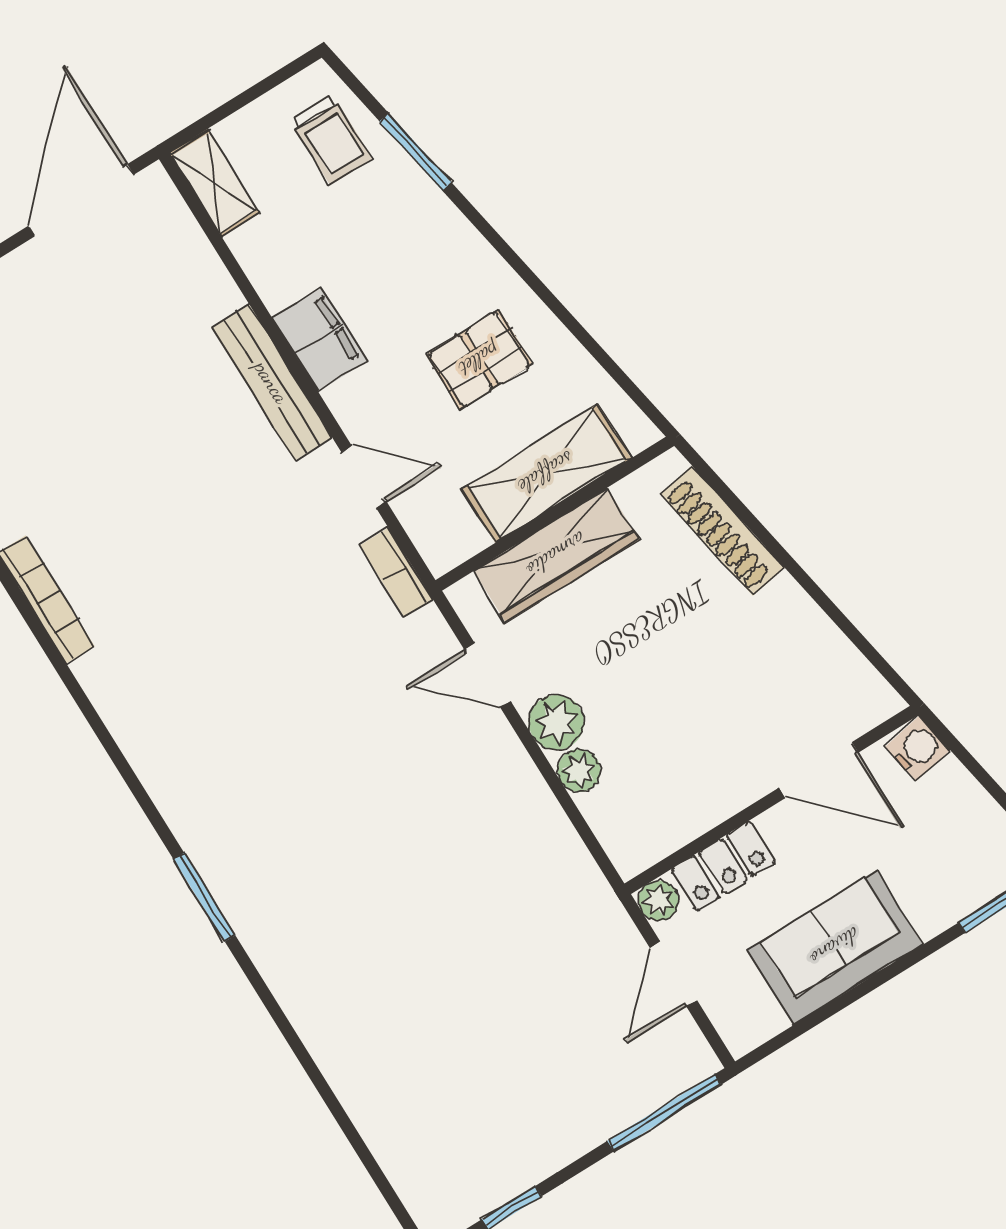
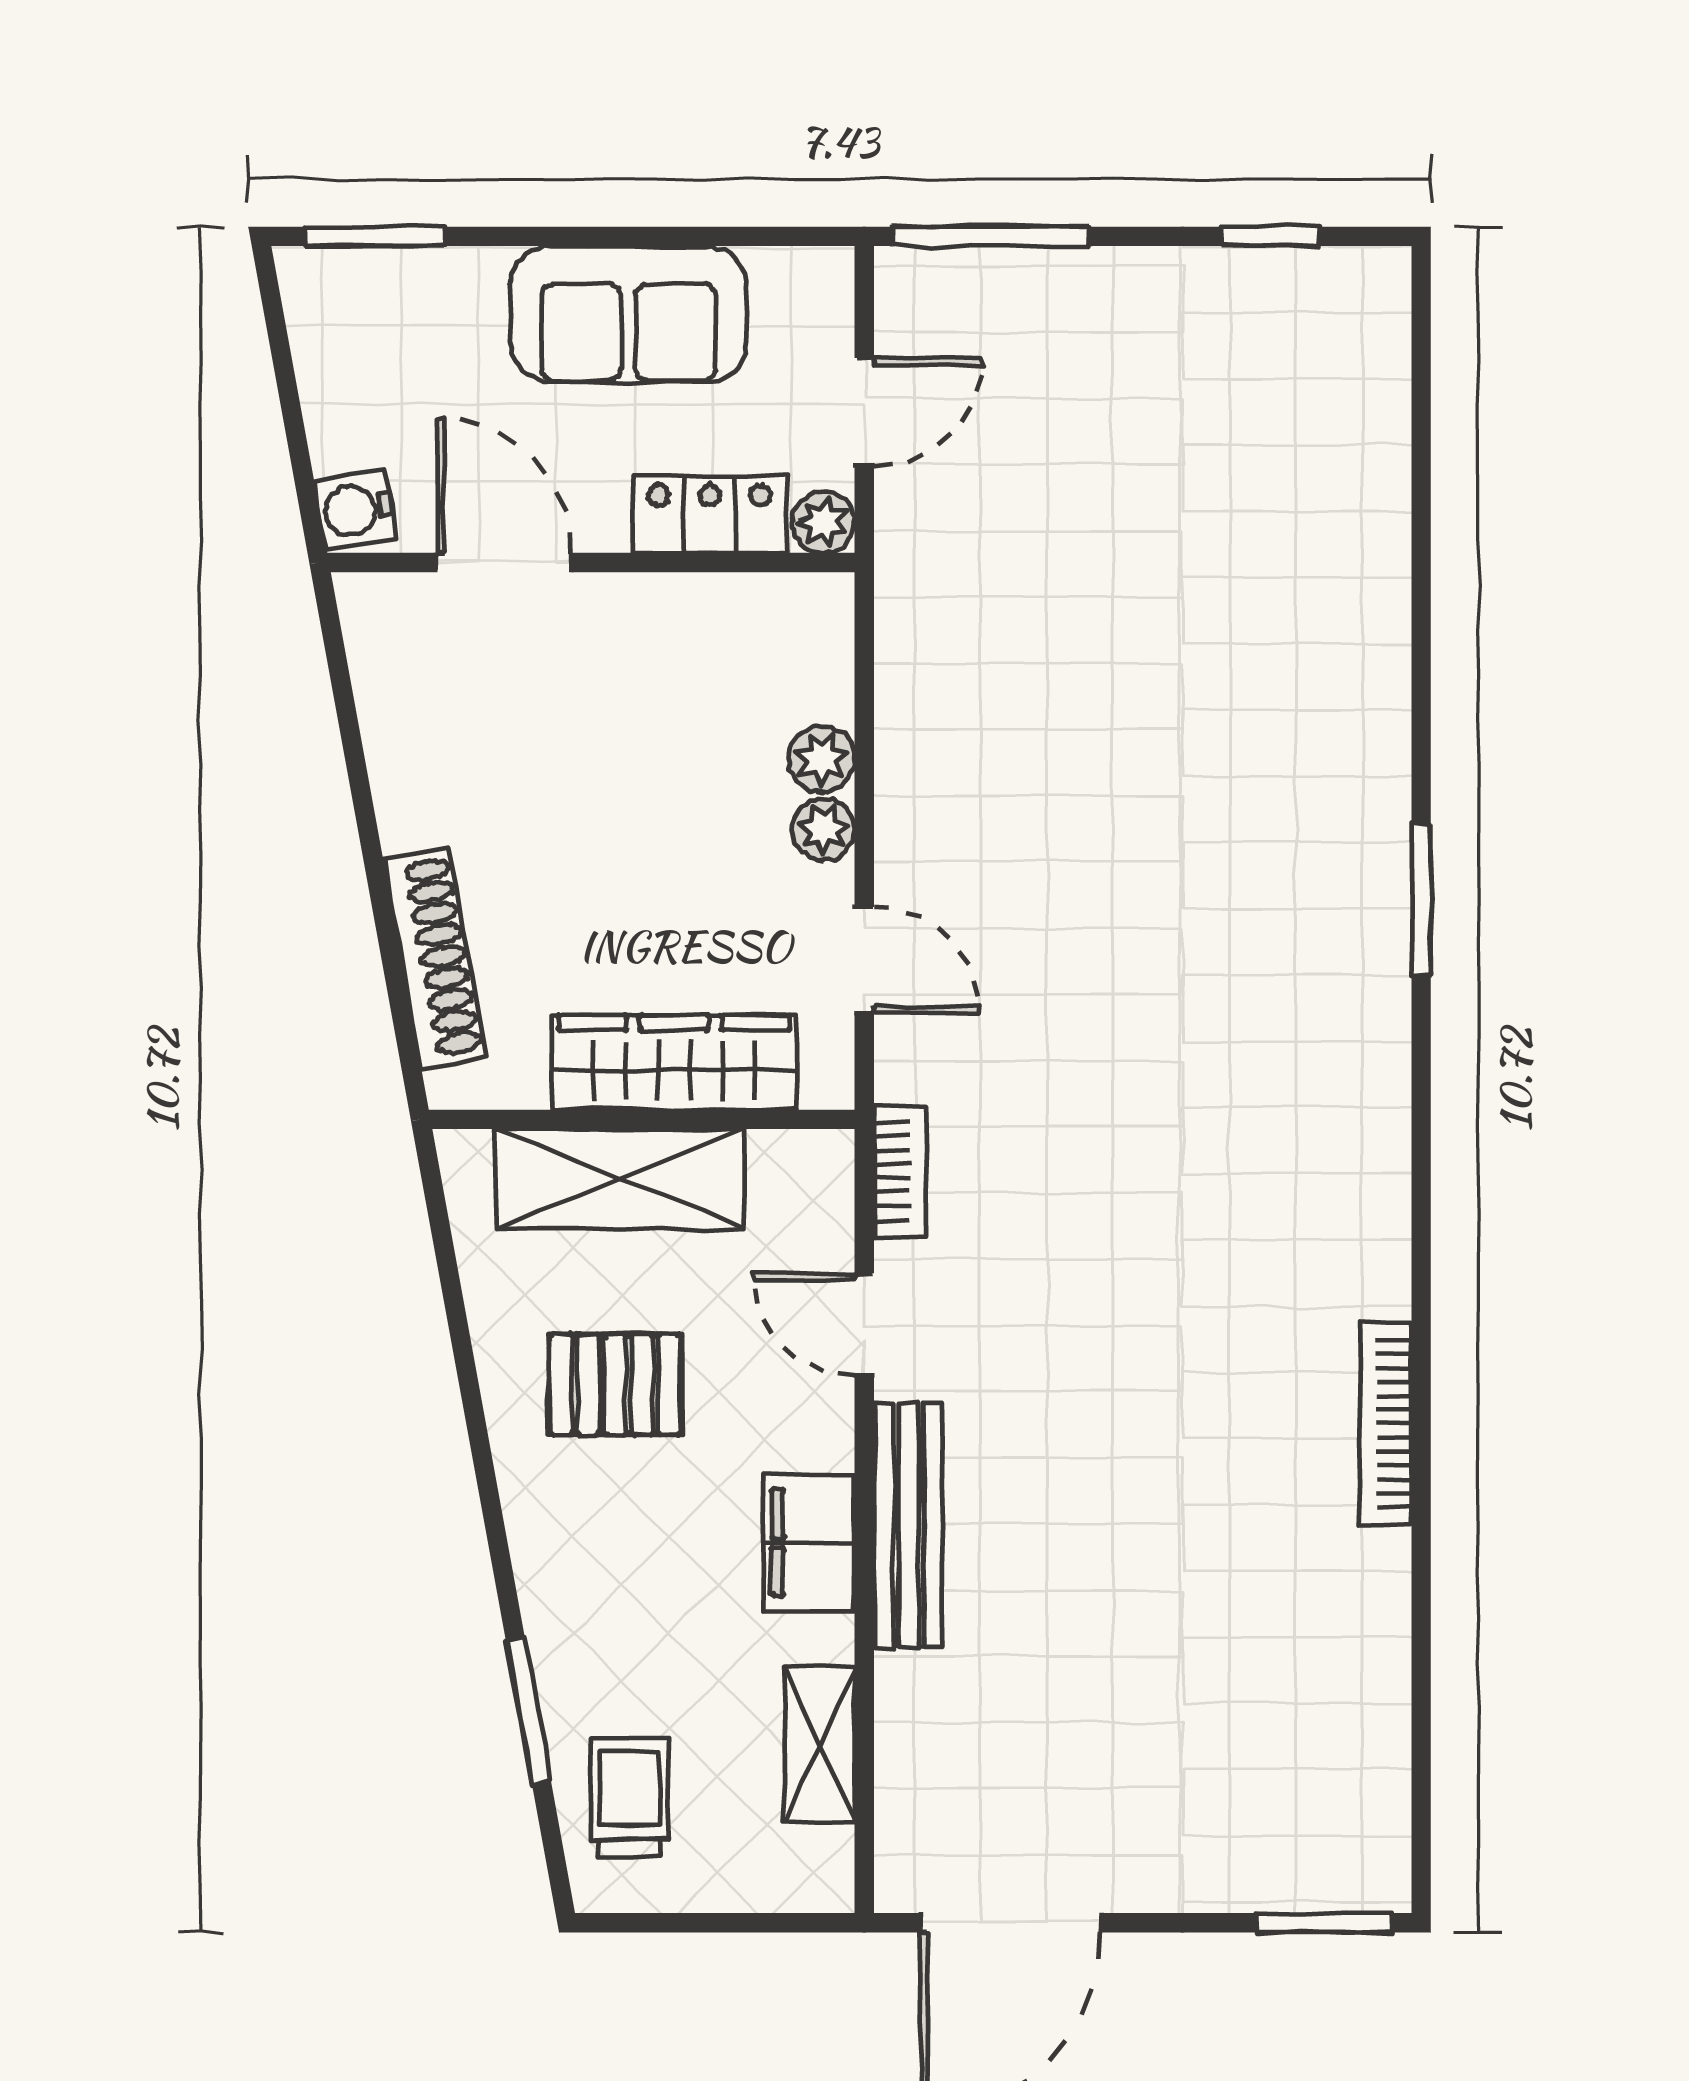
shelving: (214, 183) -> (820, 1744), moved
plant: (556, 722) -> (824, 830), width x0.73, depth x0.73

